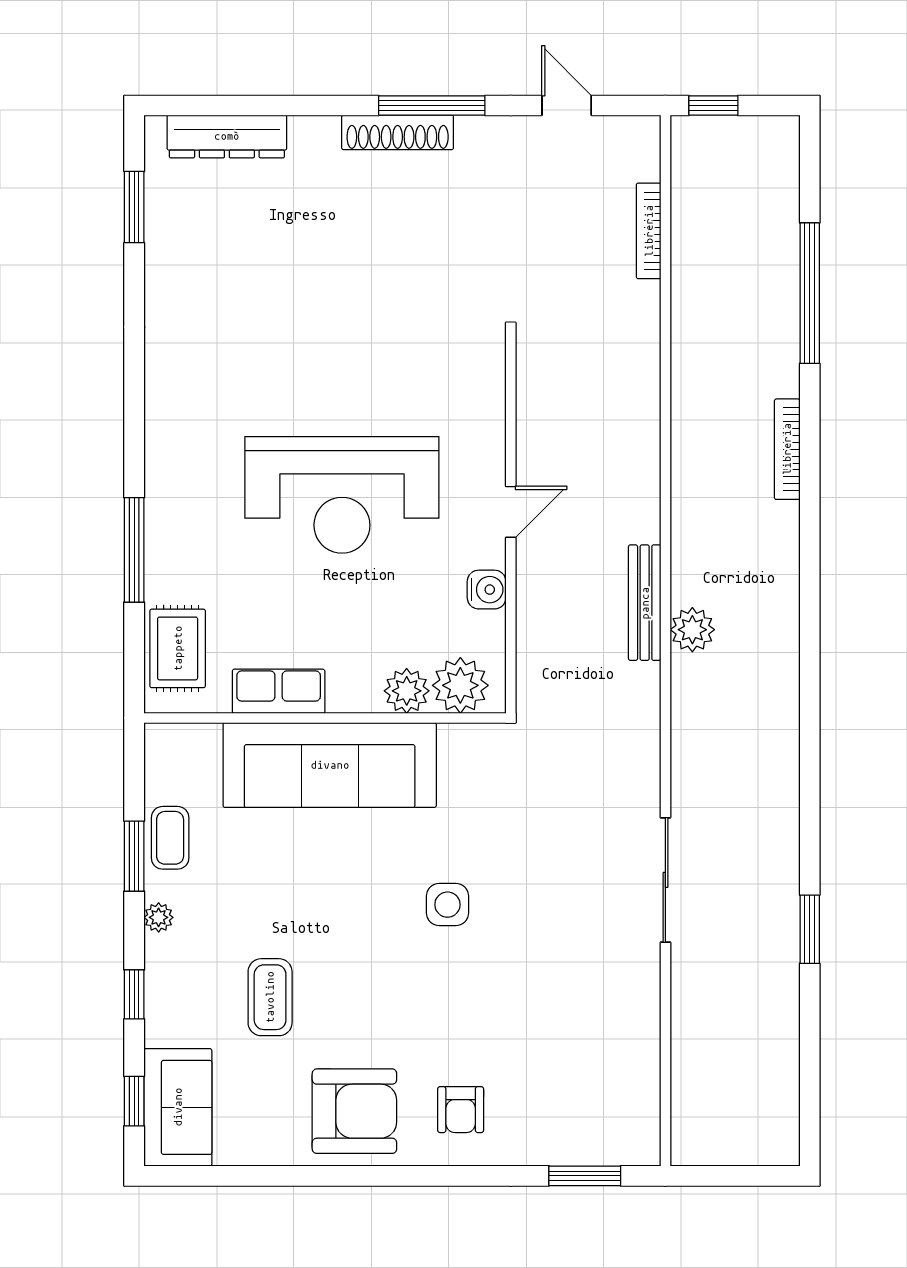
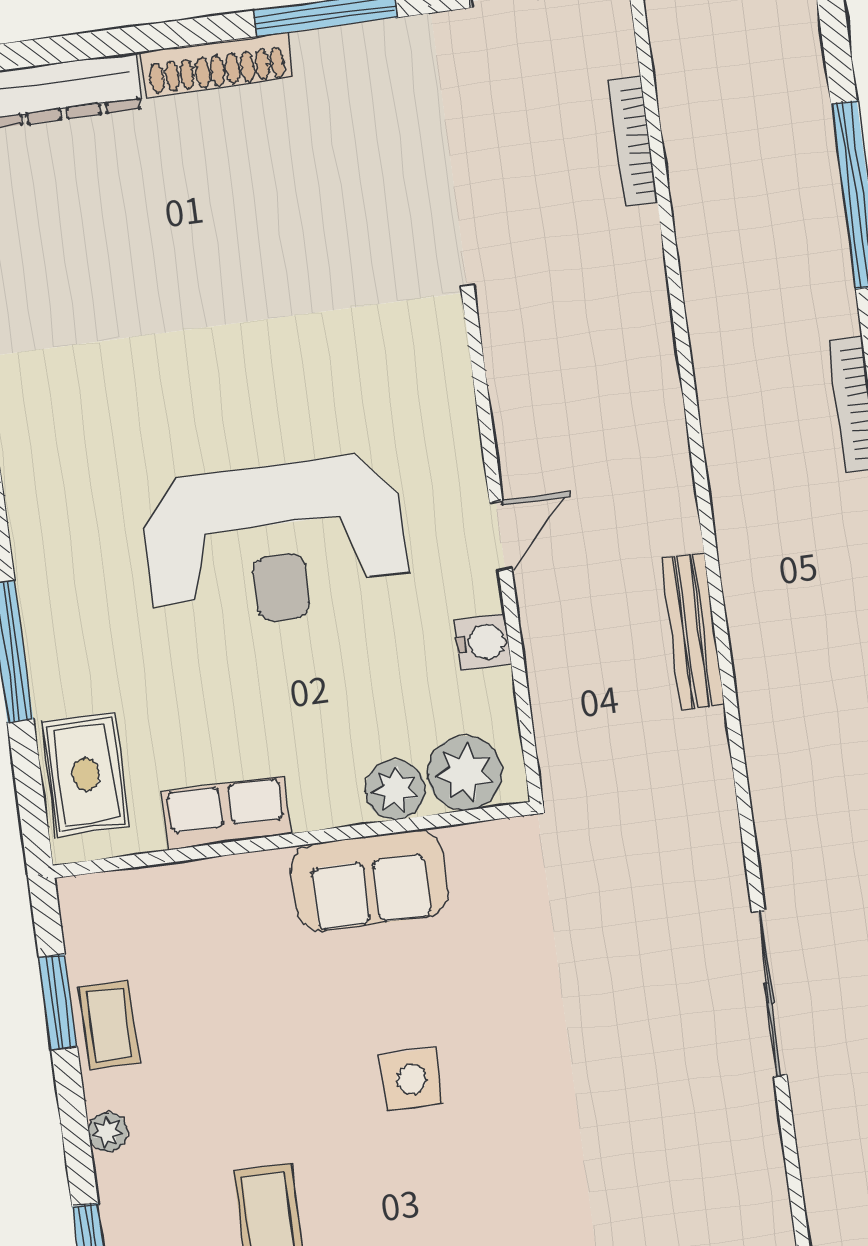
shoe rack: (398, 132) -> (217, 65), moved
plant: (692, 630) -> (761, 659), removed
sofa: (330, 765) -> (370, 880), width x0.54, depth x0.79
window: (134, 856) -> (58, 1002), moved
side table: (447, 905) -> (411, 1079), moved

